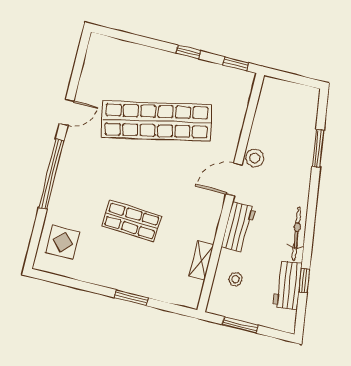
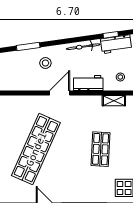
shop shelf: (157, 121) -> (36, 149), turned 36
stool: (255, 158) -> (45, 63), moved
door: (234, 179) -> (60, 93), swing flipped

